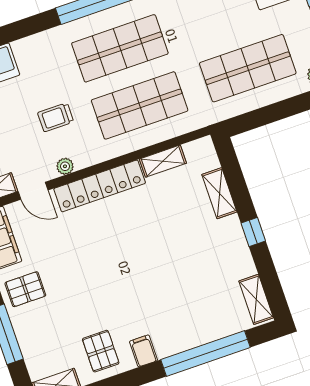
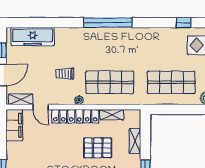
shop shelf: (120, 48) -> (110, 50), removed
plant: (65, 166) -> (79, 100), moved
pallet: (25, 289) -> (98, 148), moved, width x1.50, depth x1.42

